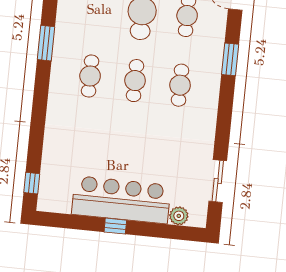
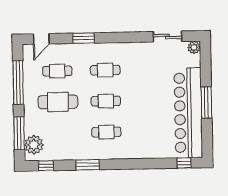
bar counter: (121, 200) -> (188, 113), width x1.36
plant: (179, 216) -> (194, 47), moved
window: (115, 226) -> (206, 103), width x2.17

